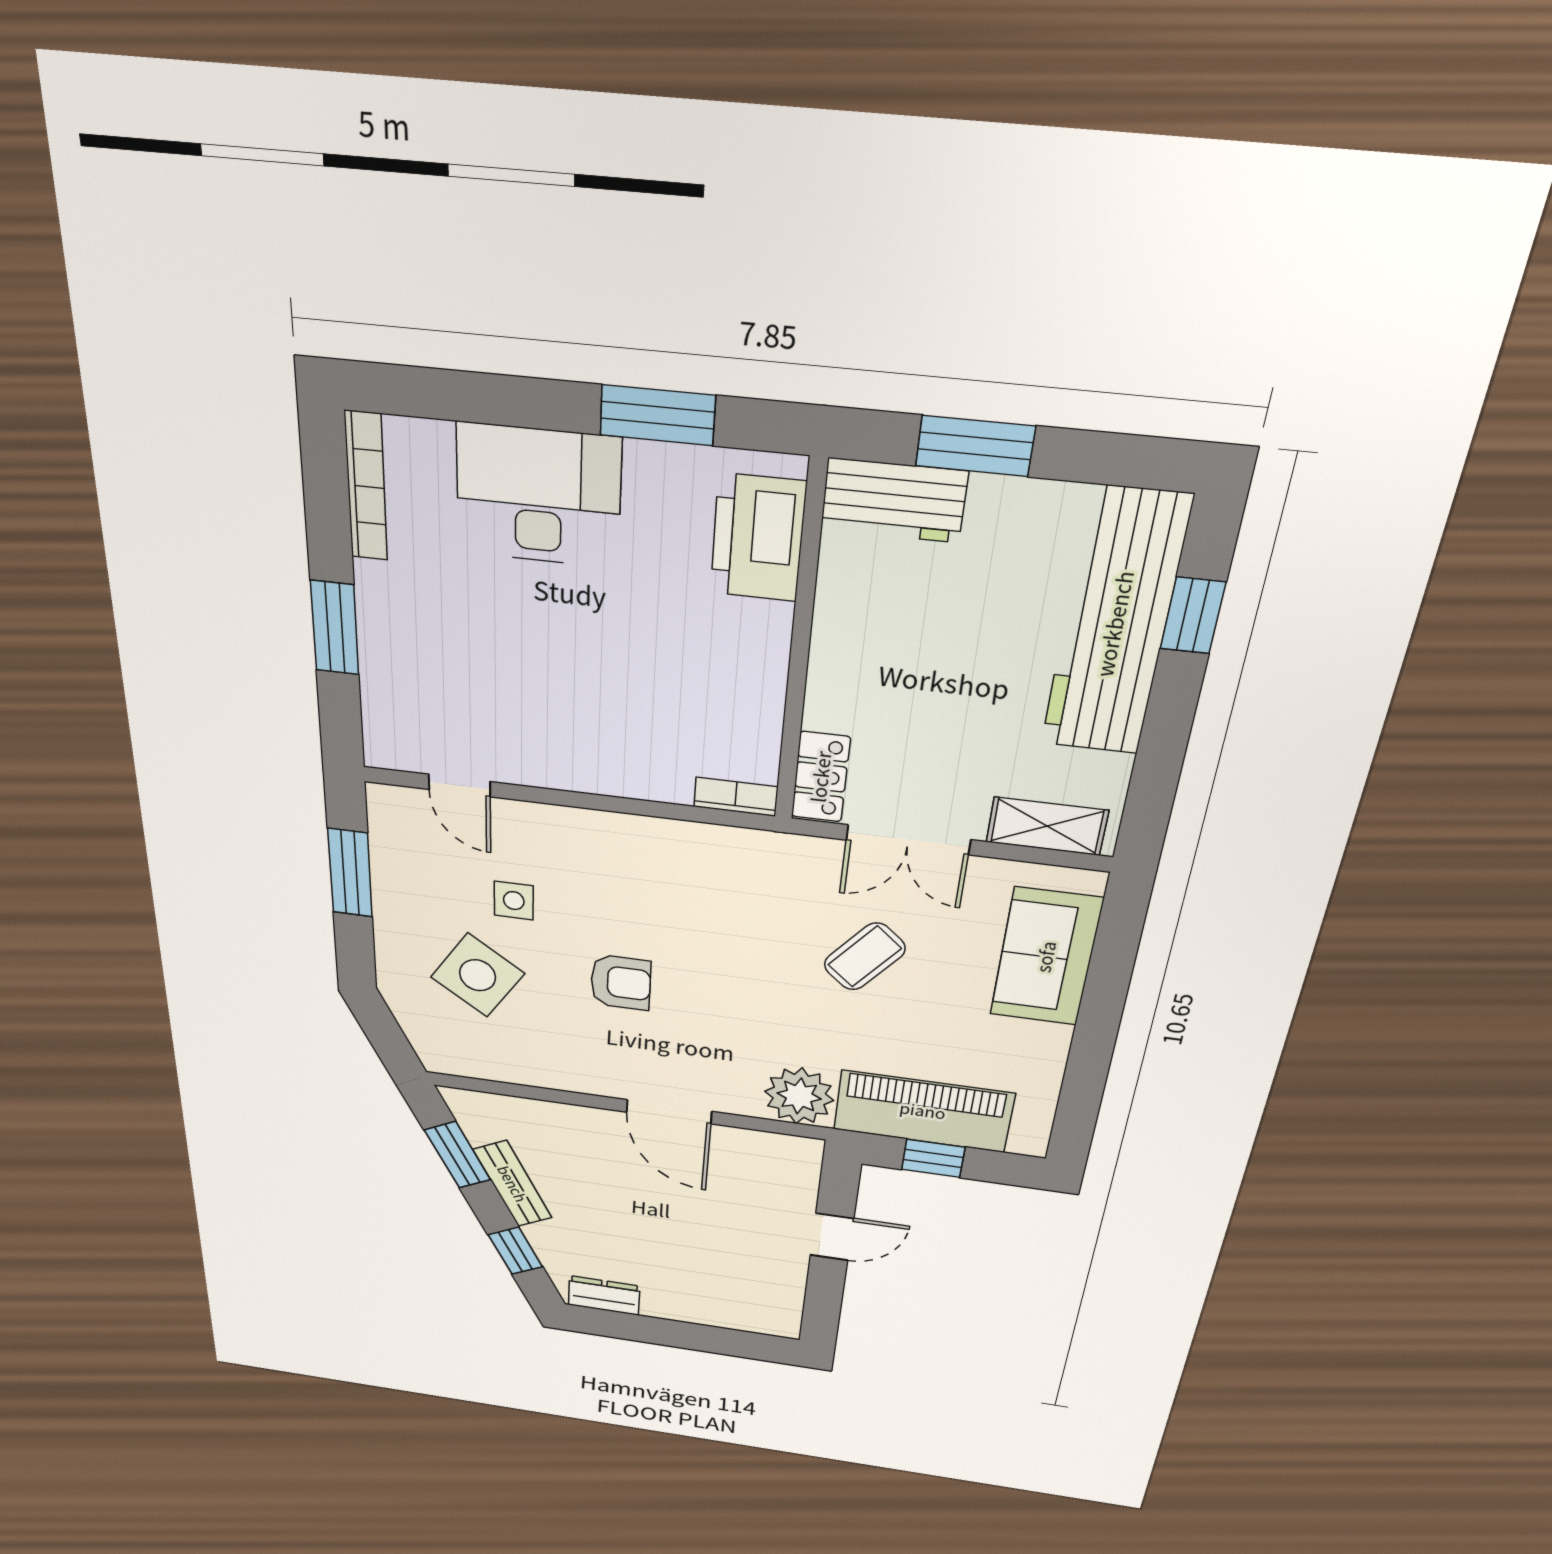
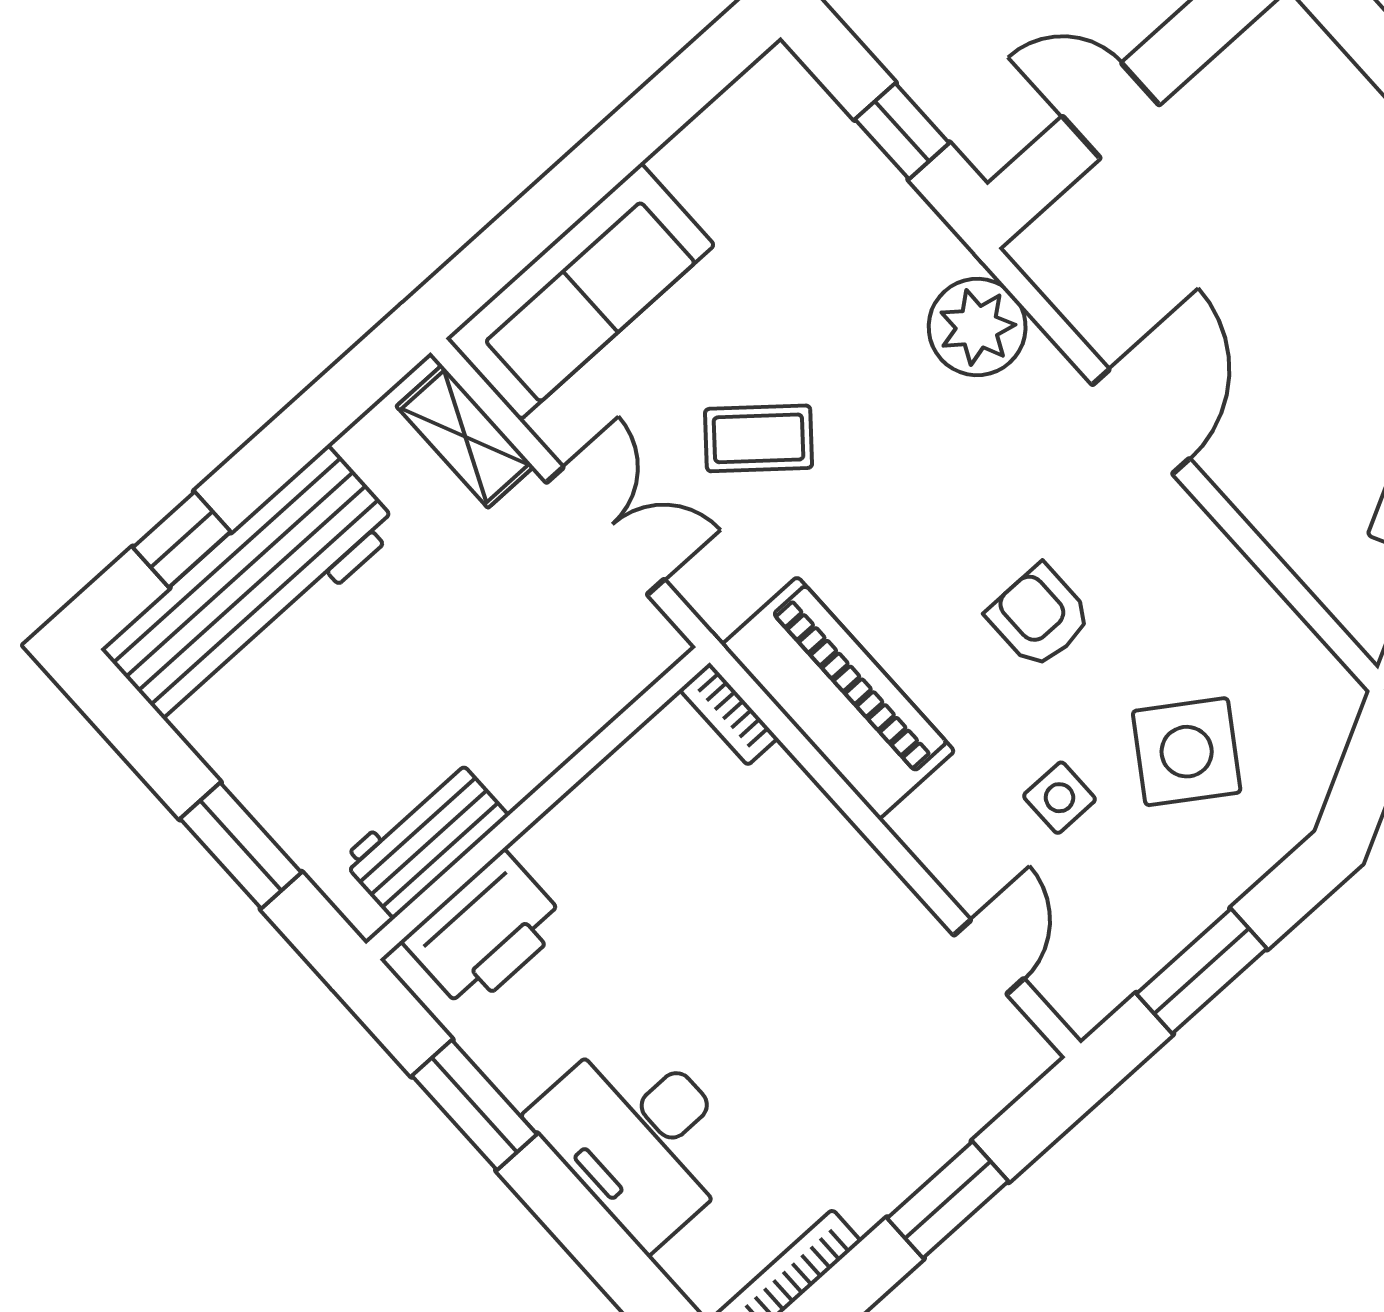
workbench: (894, 500) -> (425, 838), moved, turned -90
locker: (821, 777) -> (630, 665), removed
sofa: (1046, 957) -> (581, 291), width x1.36
piano: (923, 1111) -> (838, 698), moved, turned 180

